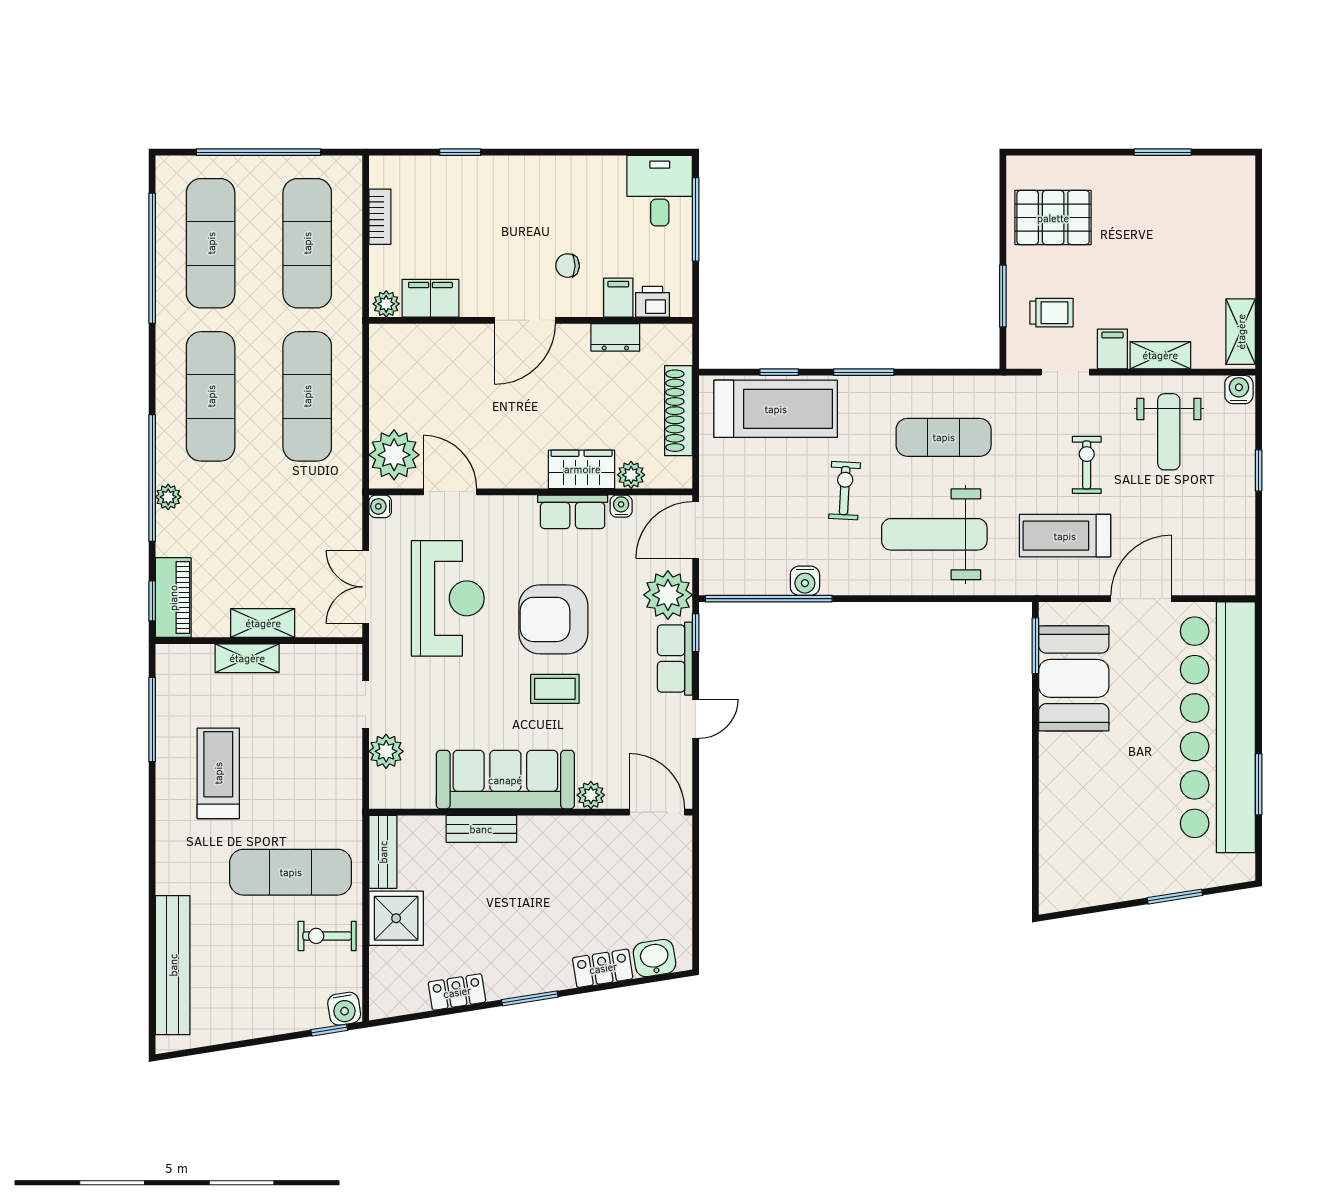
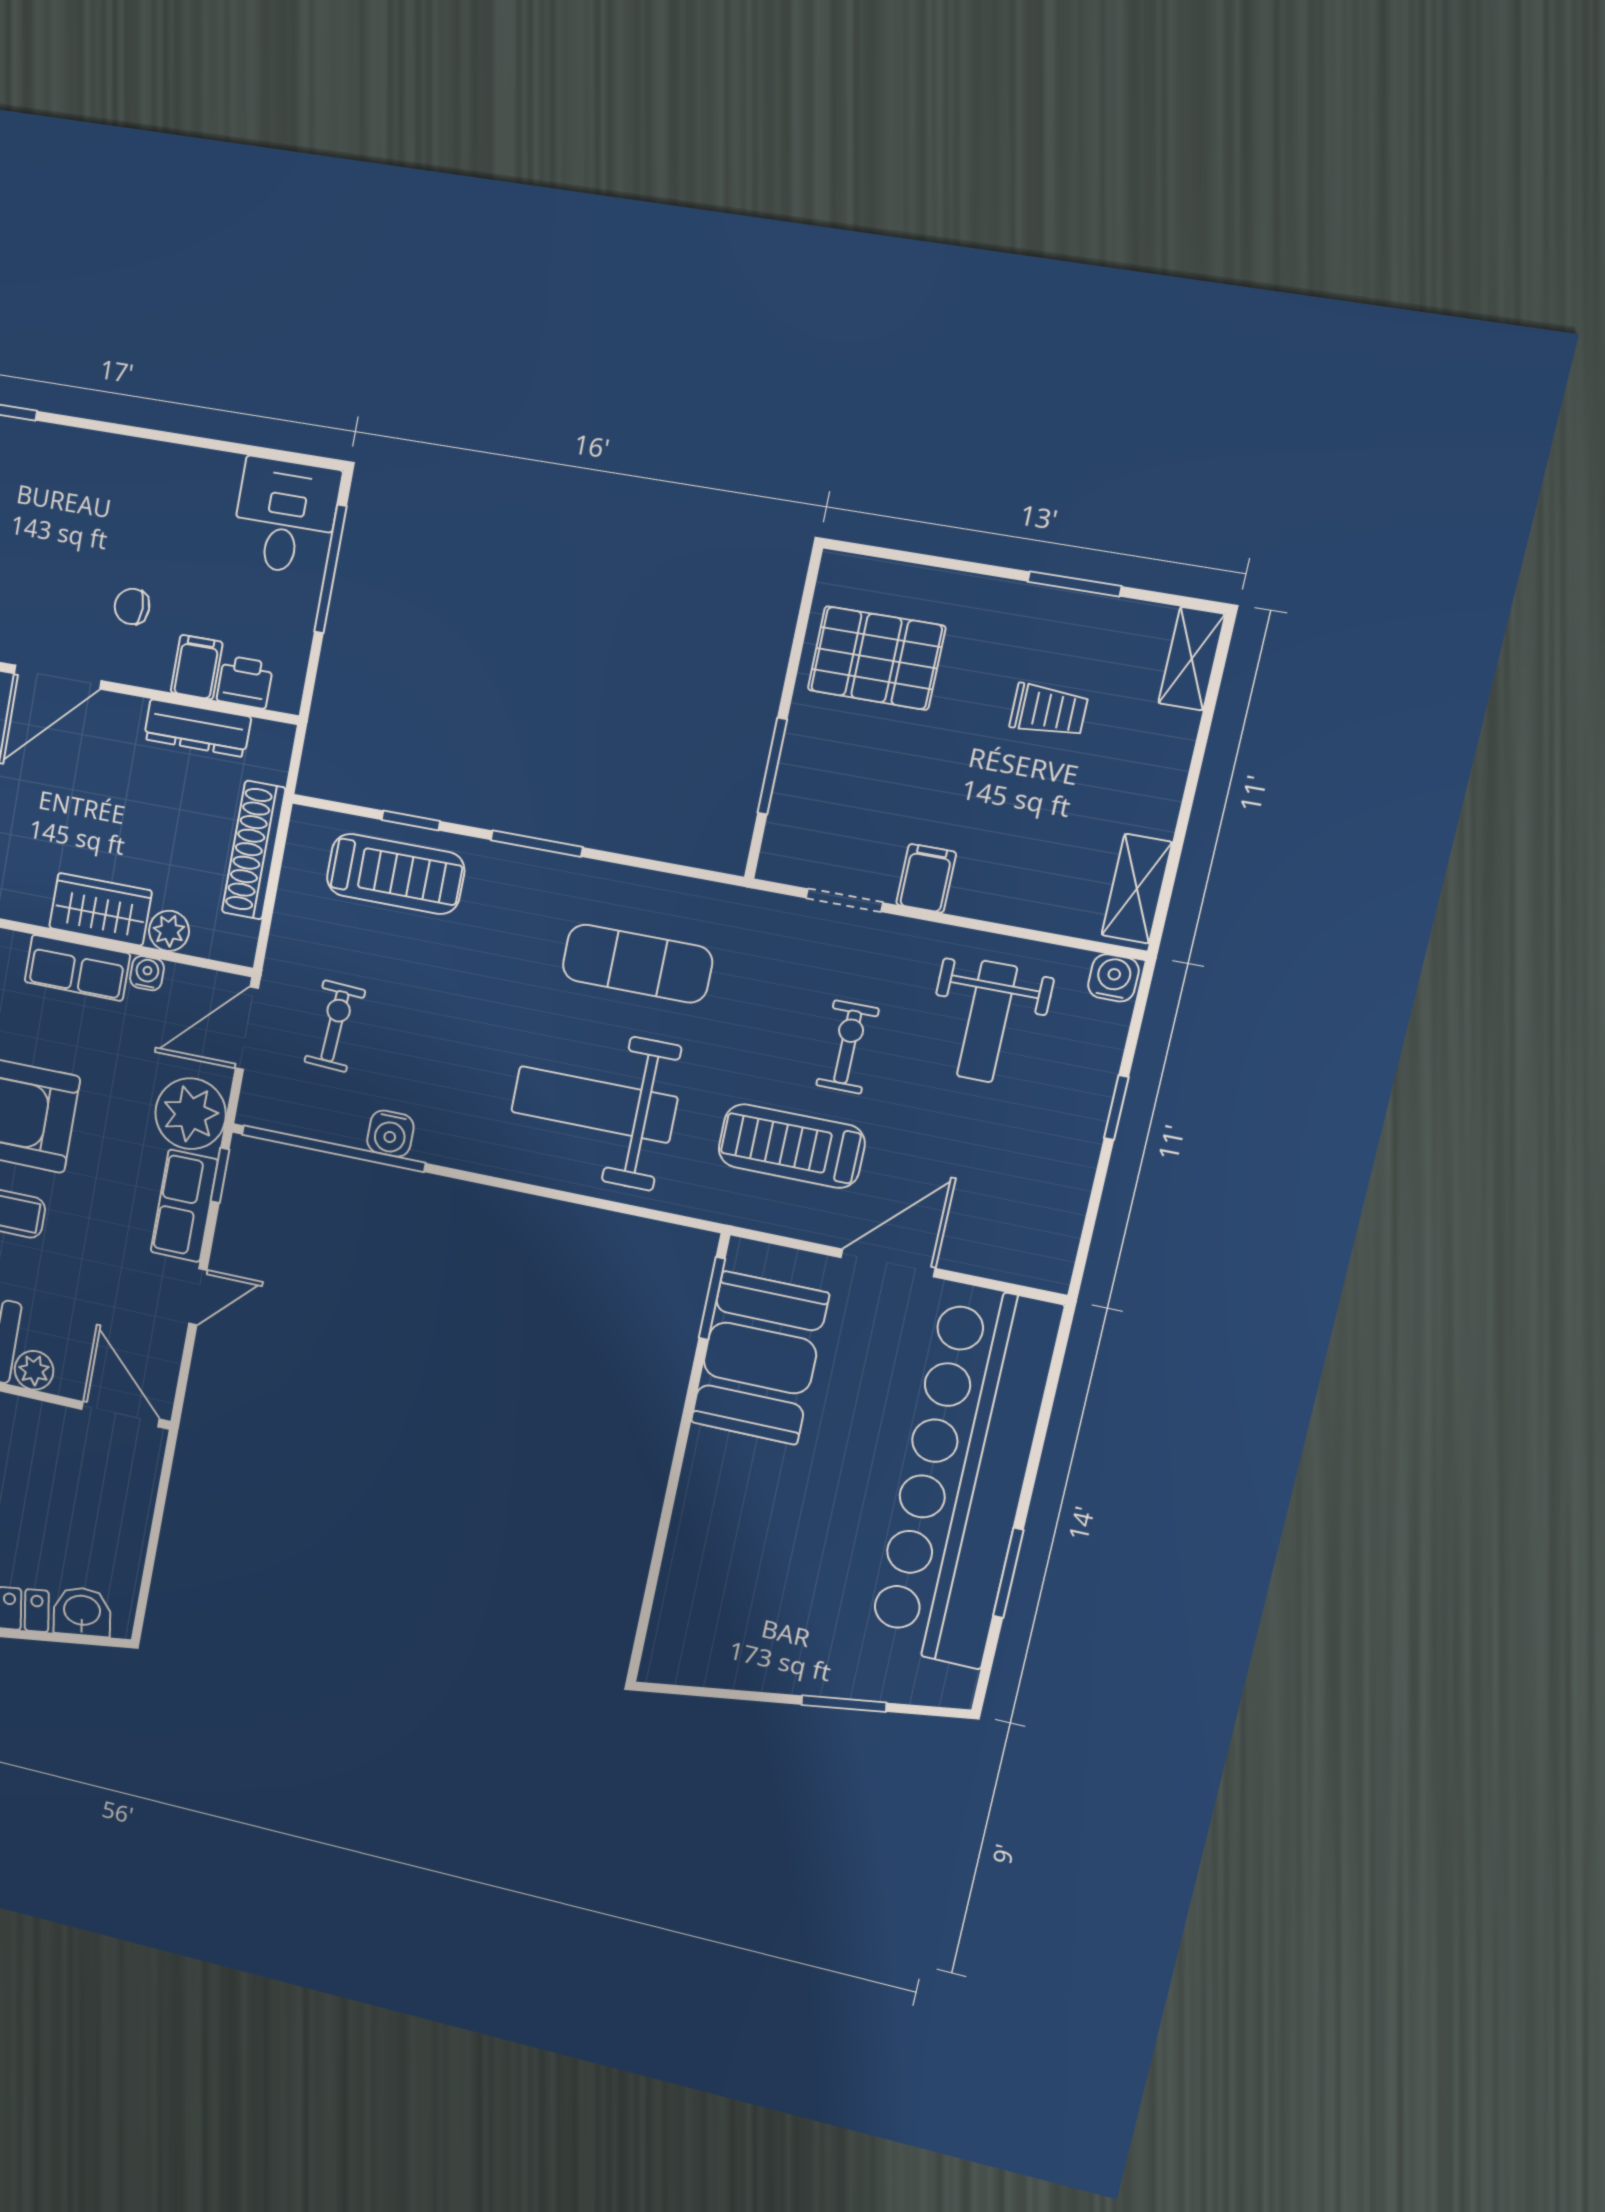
trolley: (1051, 313) -> (1049, 710), moved
dresser: (615, 337) -> (197, 728), width x1.44
shelving: (1160, 355) -> (1192, 659), moved, turned 90
treadmill: (776, 409) -> (395, 874), width x0.73, depth x0.73
exercise bike: (845, 491) -> (335, 1026), moved

